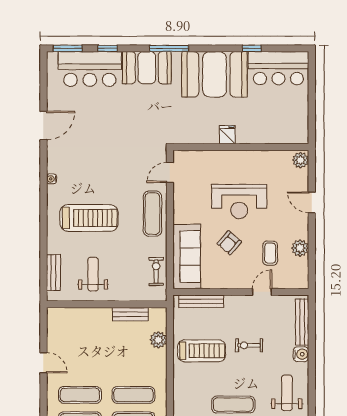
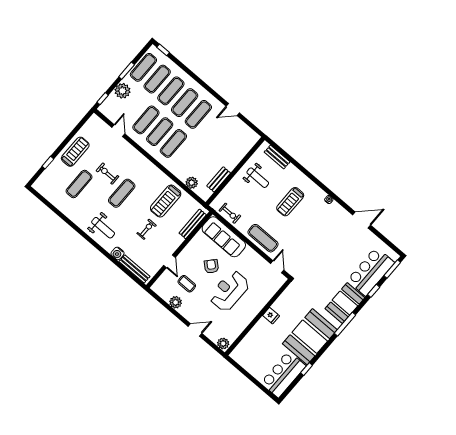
door: (43, 126) -> (362, 220), swing flipped
treadmill: (89, 218) -> (290, 202), width x0.73, depth x0.73

